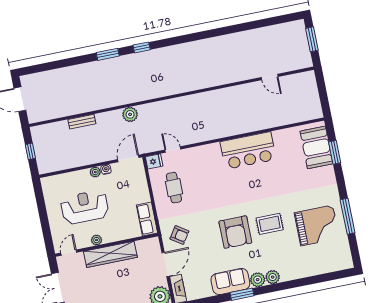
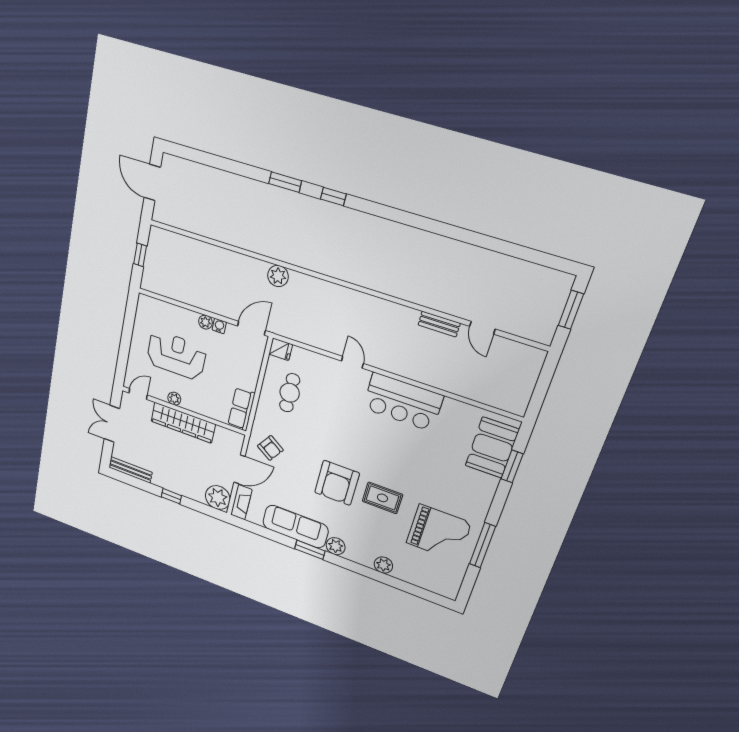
bench: (82, 122) -> (439, 324), moved
door: (173, 150) -> (352, 362), moved
plant: (273, 277) -> (383, 565), moved
sofa: (230, 282) -> (295, 526), width x1.36

